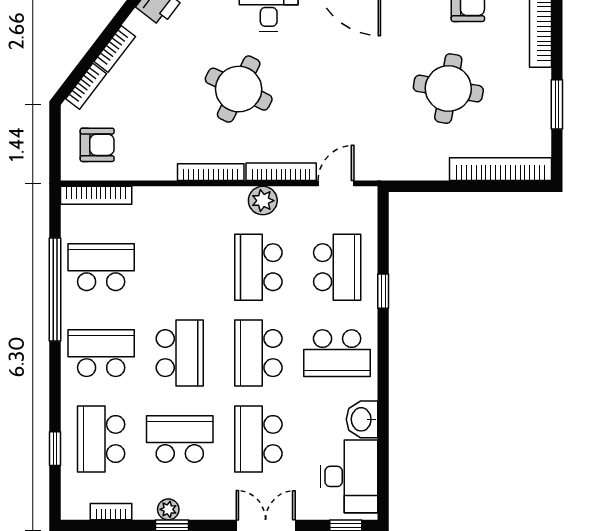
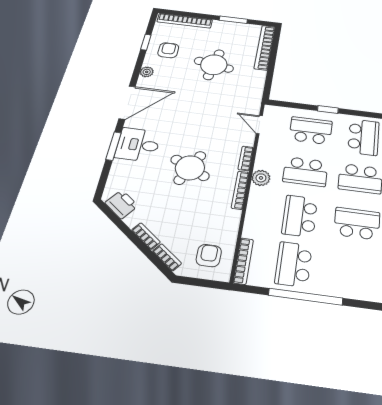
bookcase: (281, 172) -> (246, 158), width x0.64
plant: (263, 201) -> (261, 178), moved
school desk: (101, 353) -> (300, 216), moved

